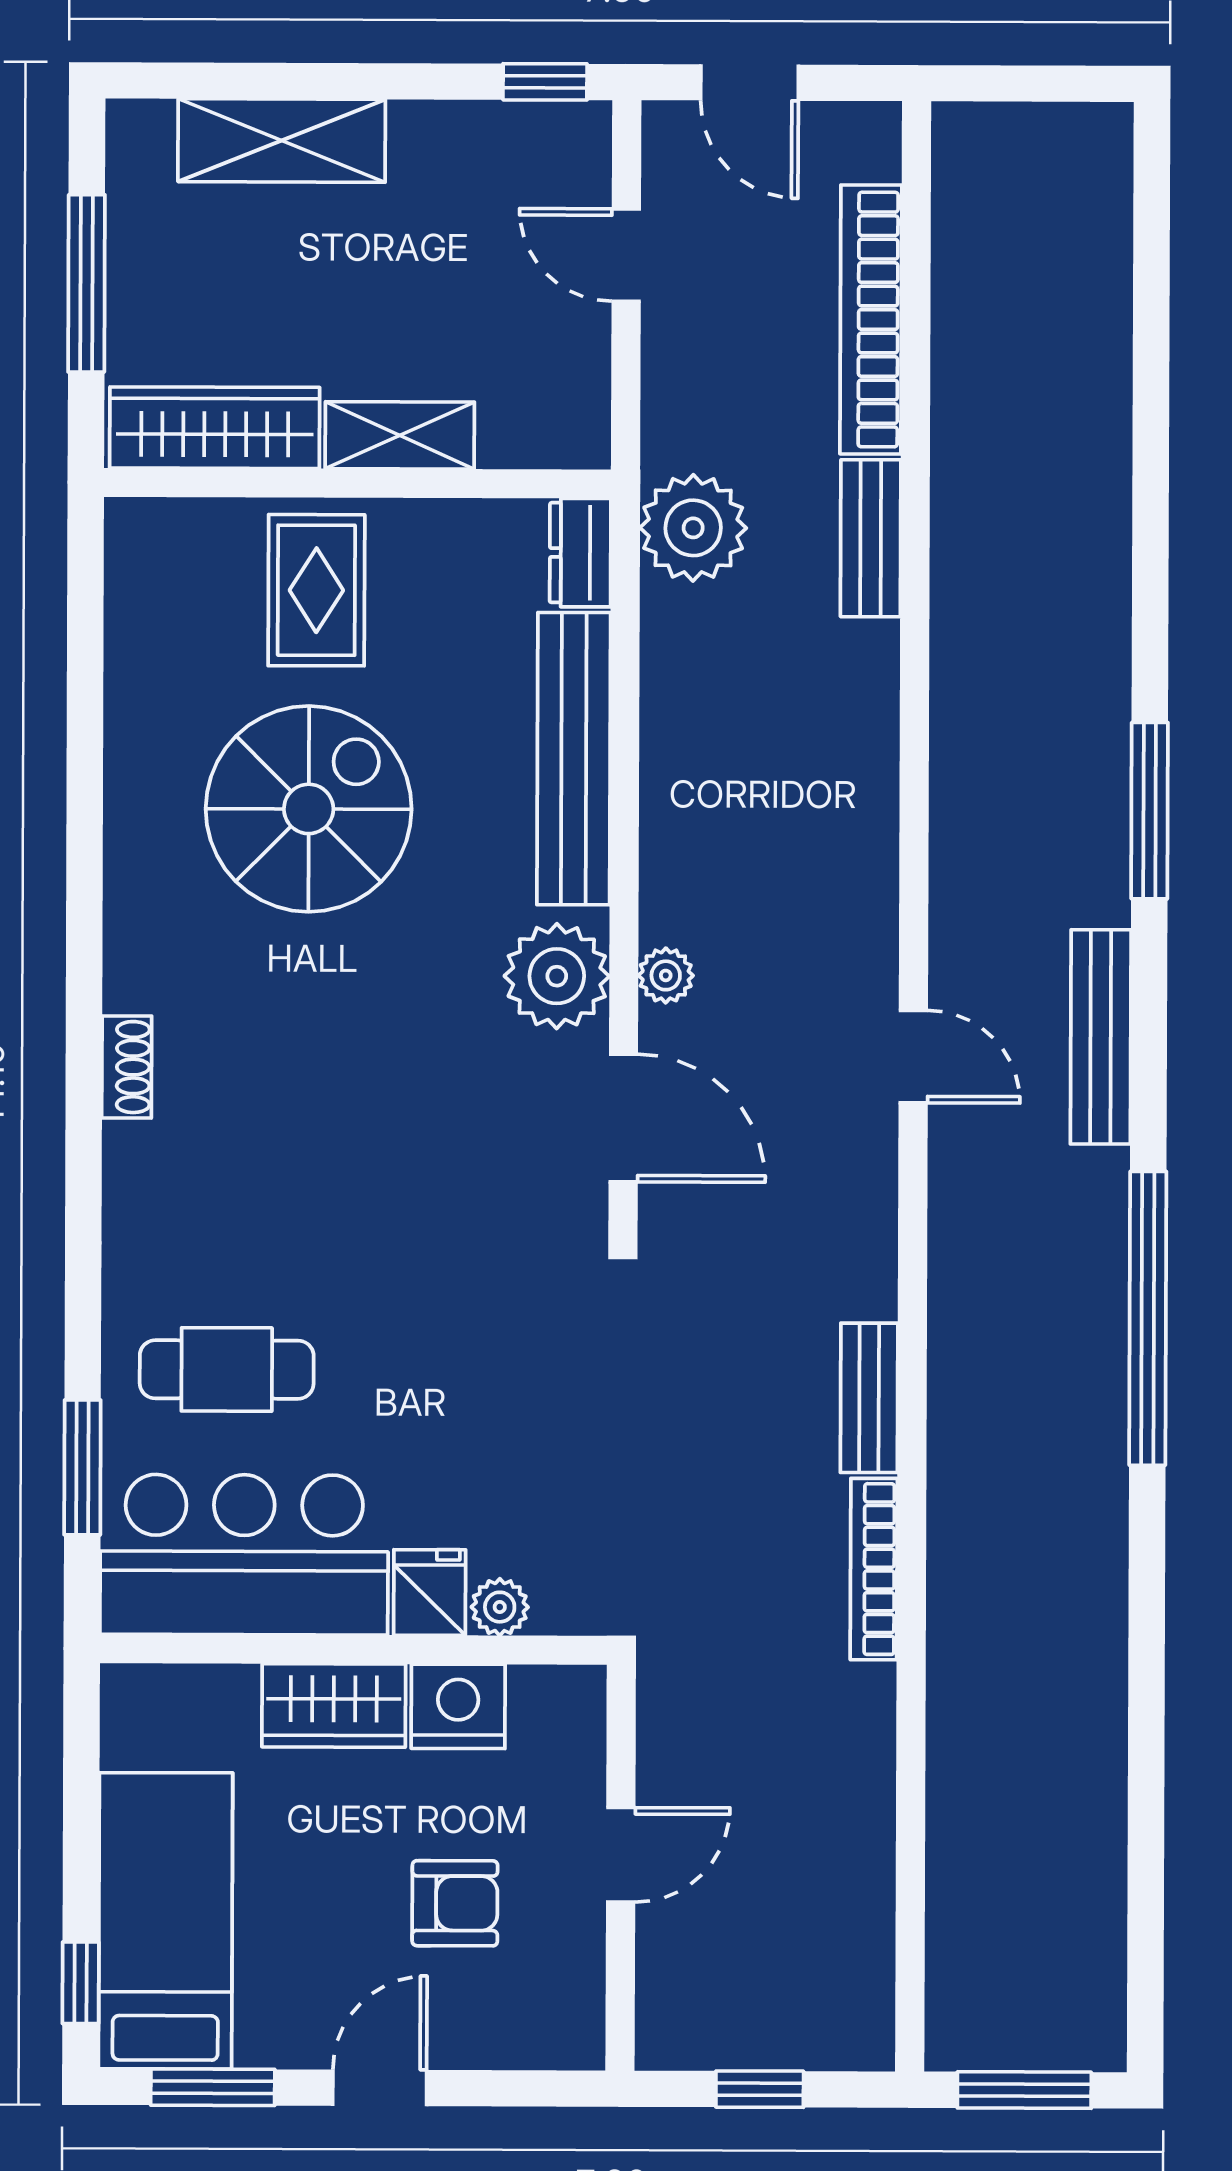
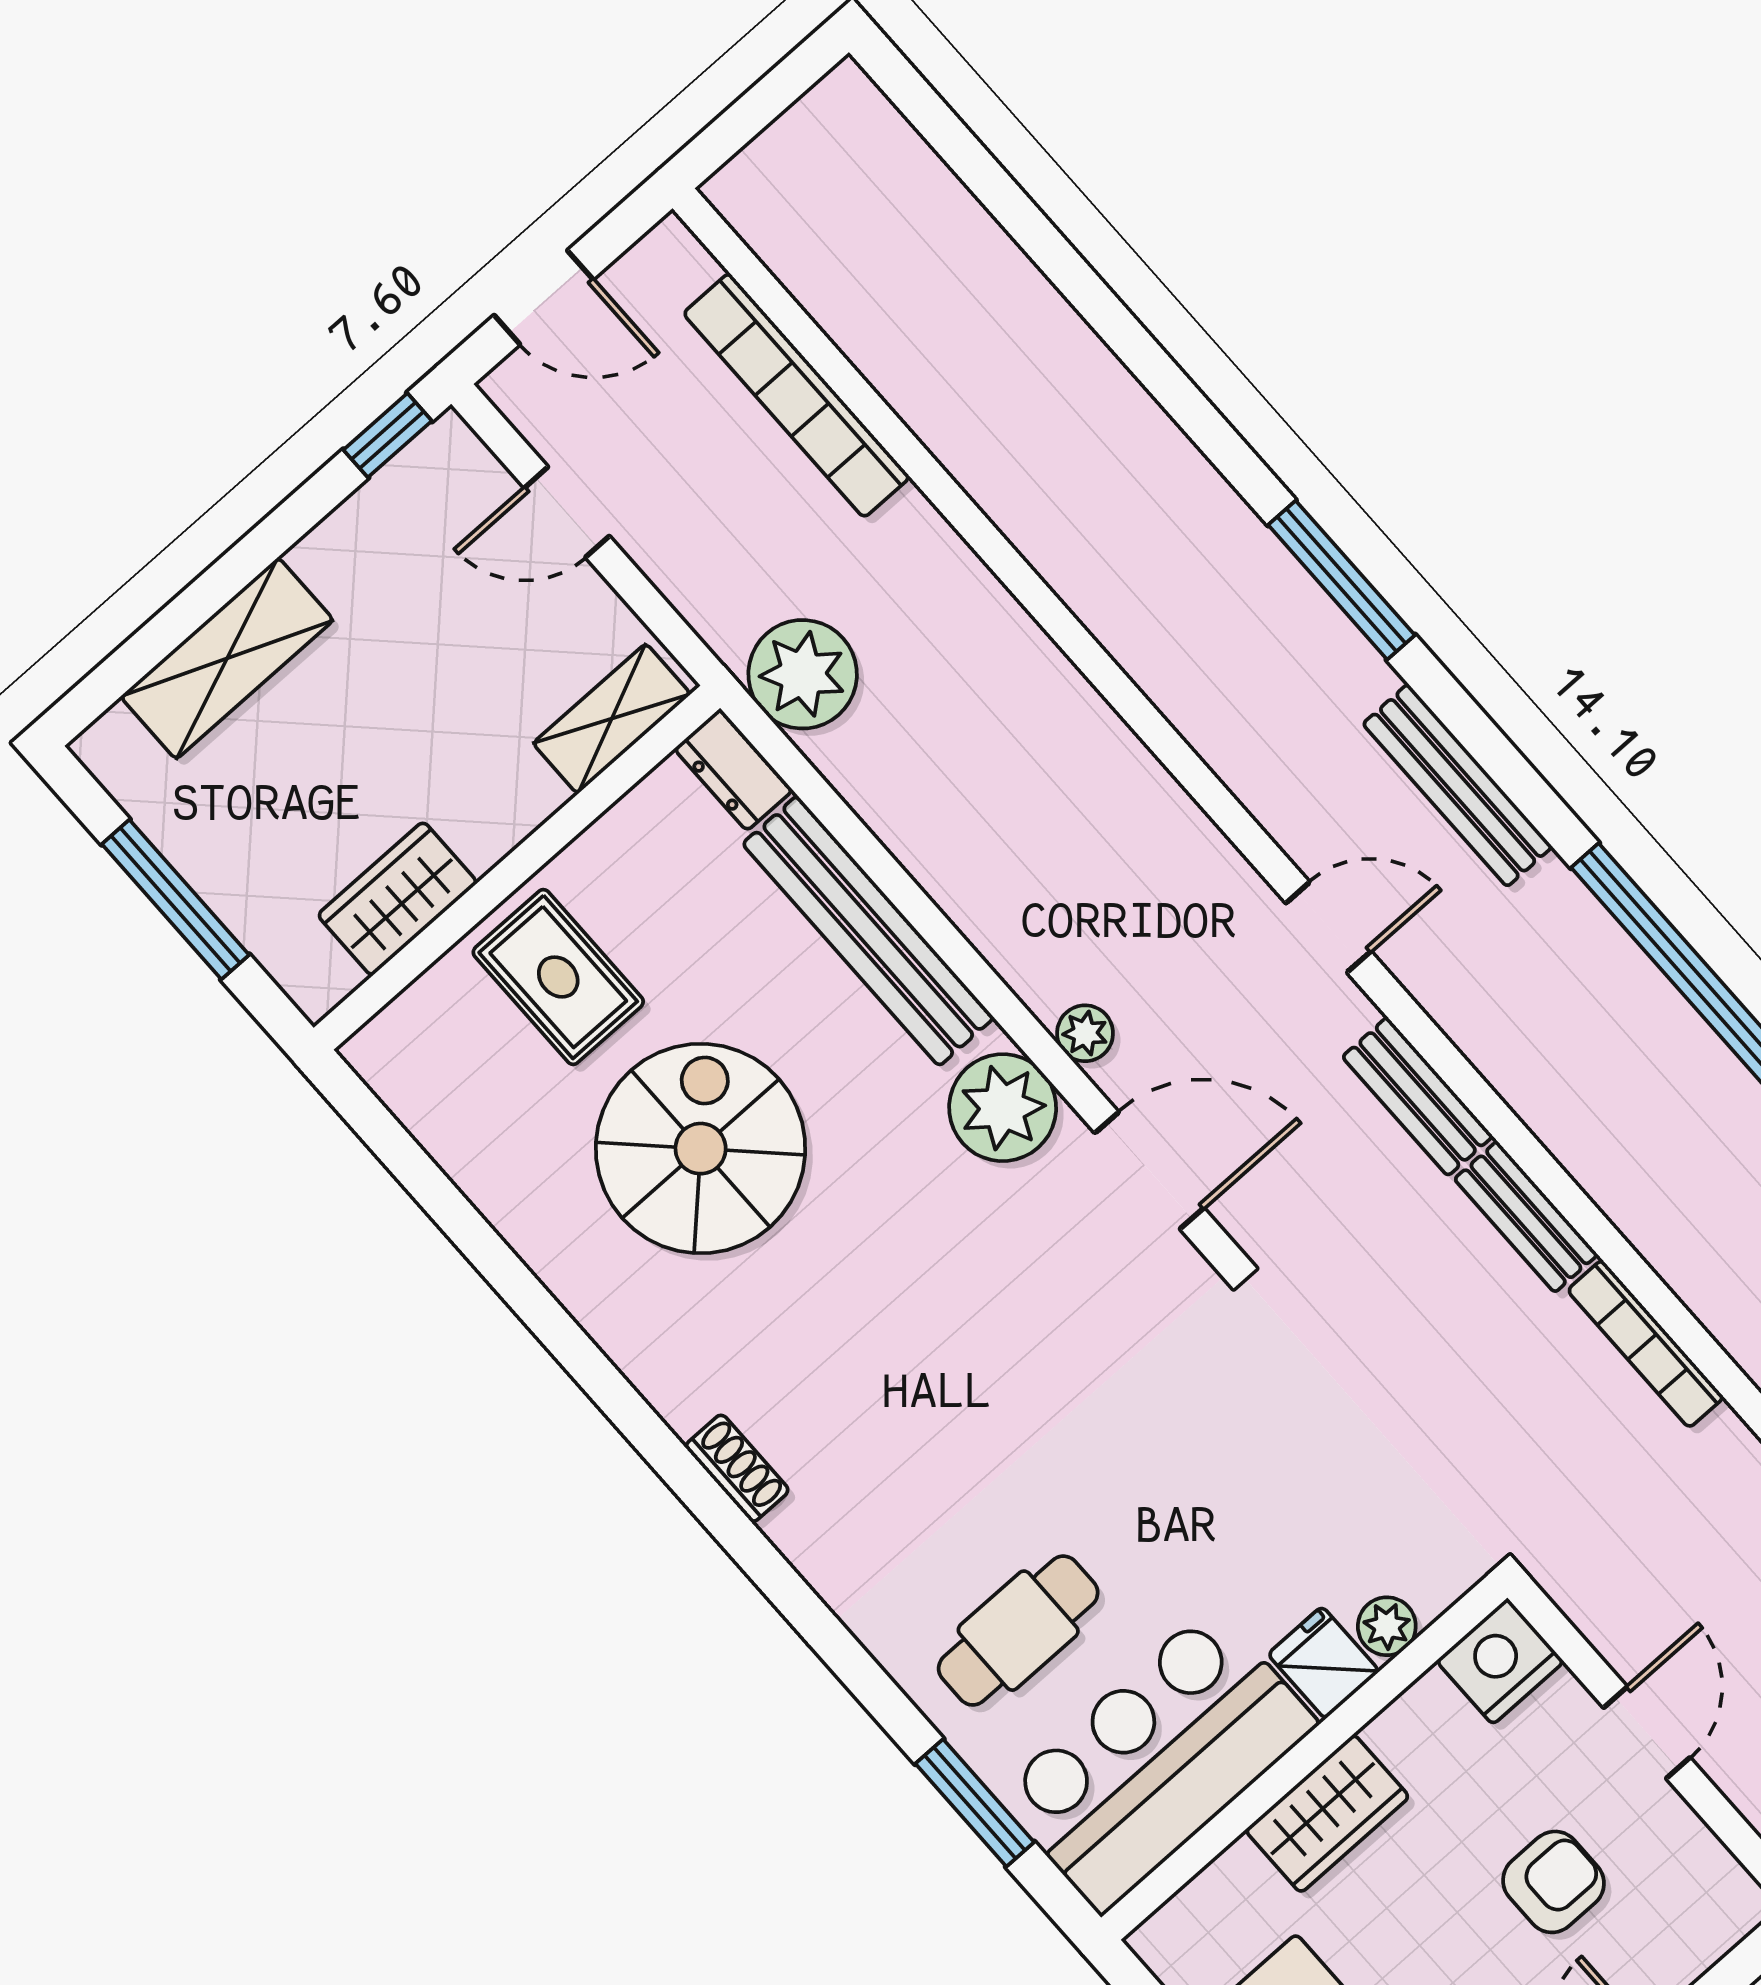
wardrobe: (215, 428) -> (397, 899), width x0.67
shelving: (400, 435) -> (612, 719), moved
bench: (871, 538) -> (1418, 1096), moved
nightstand: (458, 1706) -> (1500, 1661), moved

